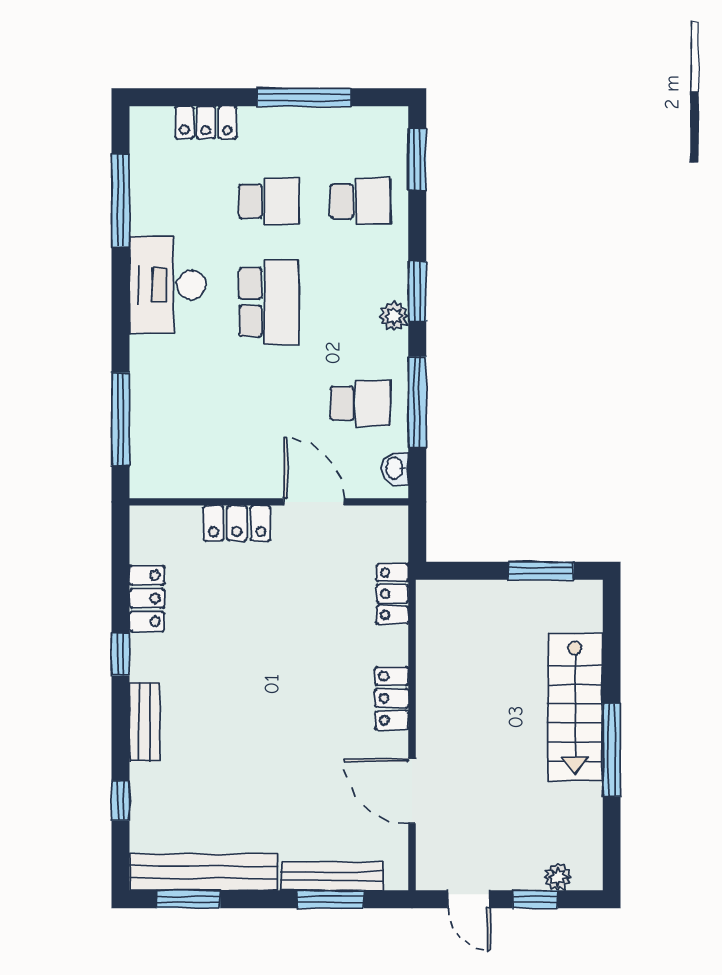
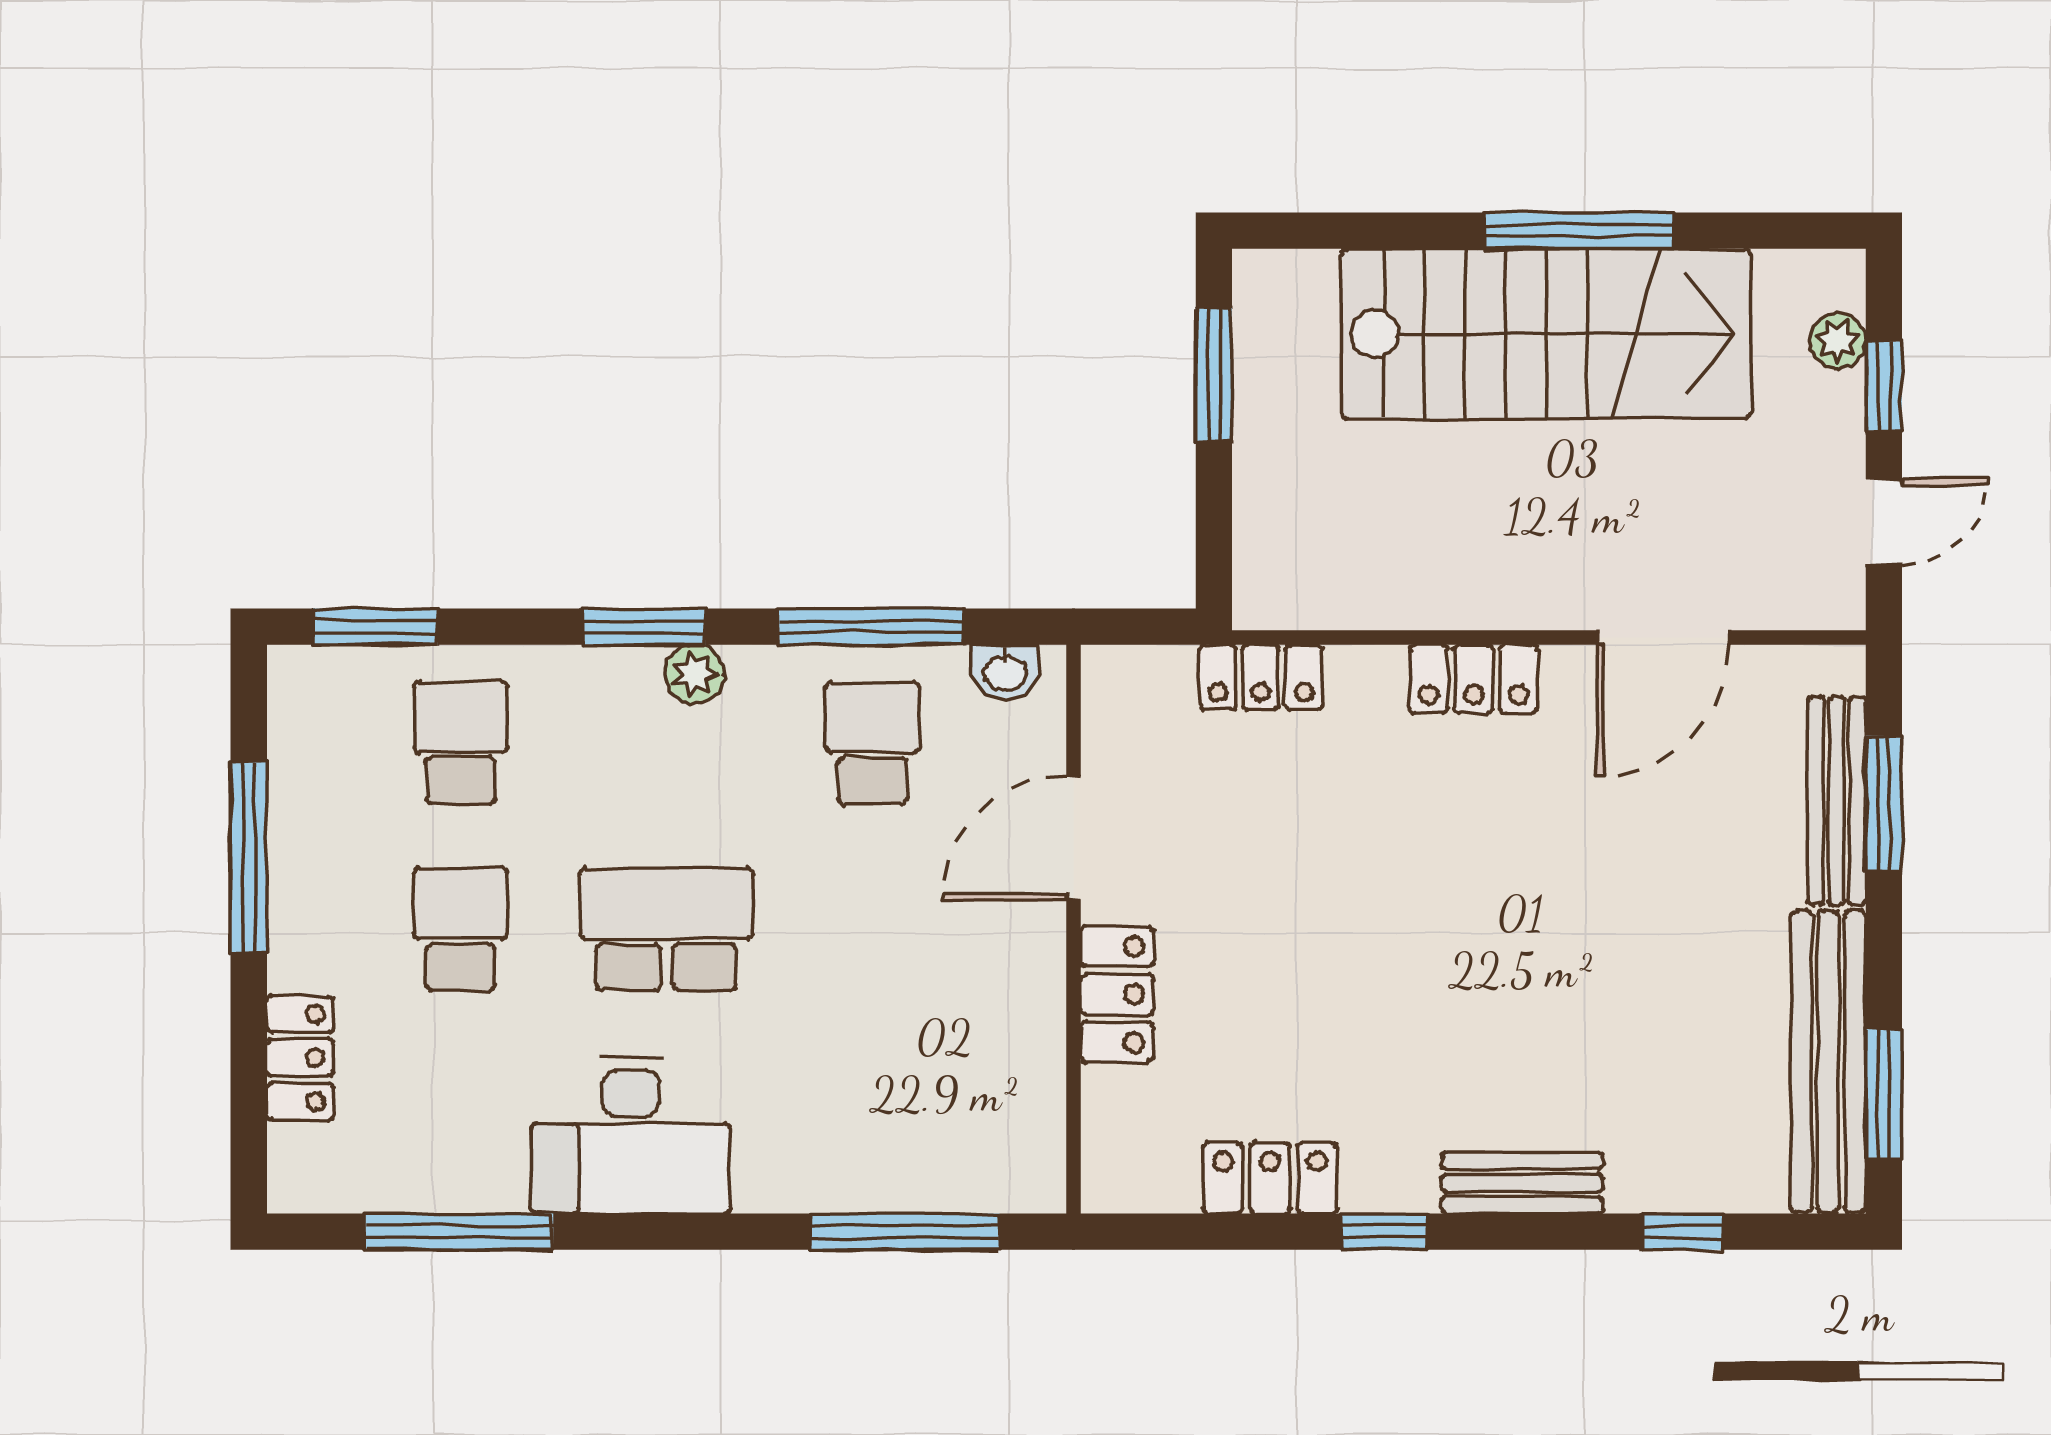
stairs: (575, 707) -> (1546, 334), width x1.36, depth x1.51

